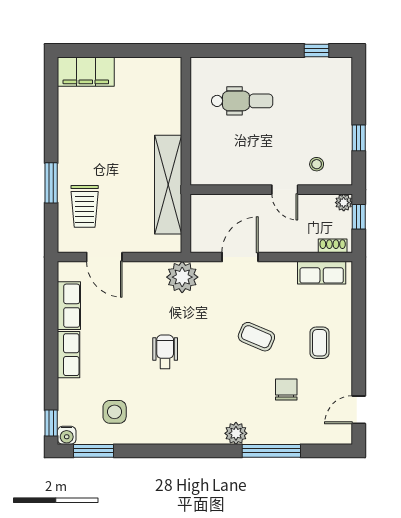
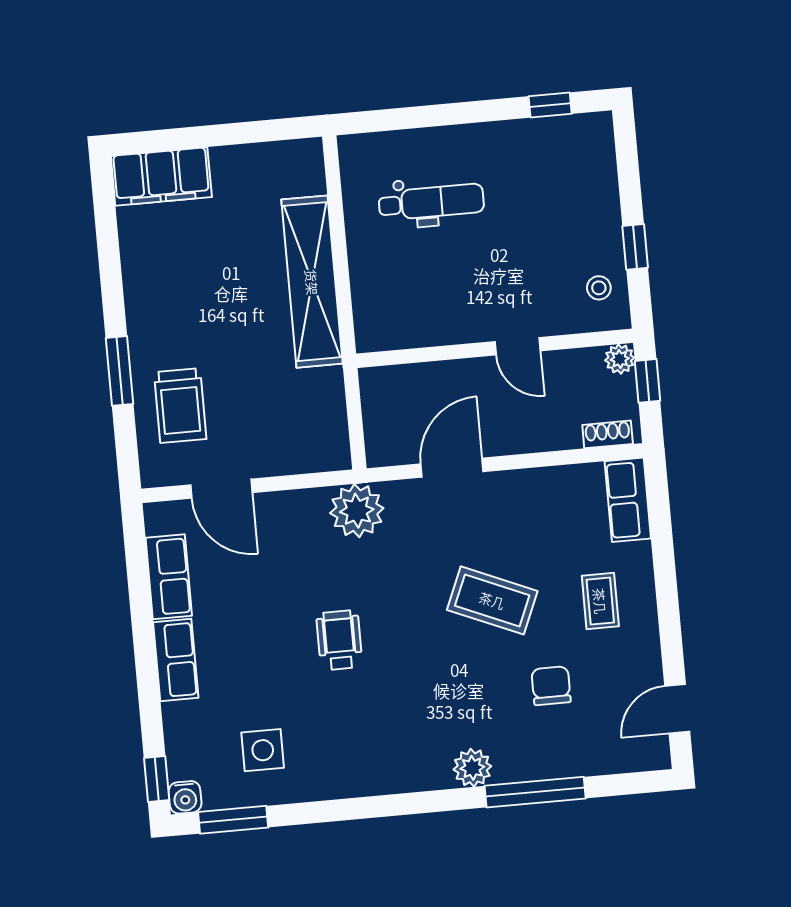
stool: (317, 164) -> (599, 288), moved
shelving: (168, 185) -> (312, 282), moved
row of seats: (322, 273) -> (628, 500), moved, turned 90
coffee table: (256, 337) -> (492, 600), width x1.36, depth x1.30

